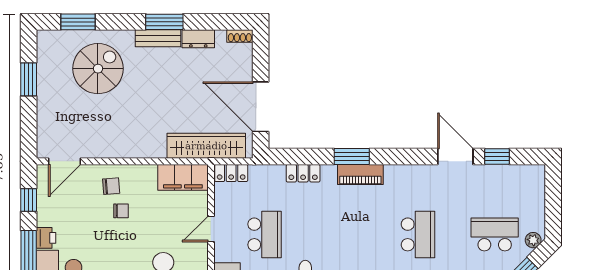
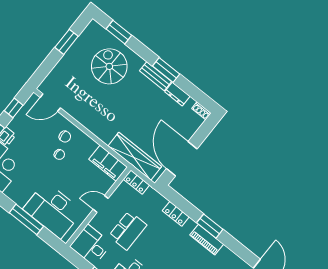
spiral stairs: (98, 69) -> (109, 66), turned -90

